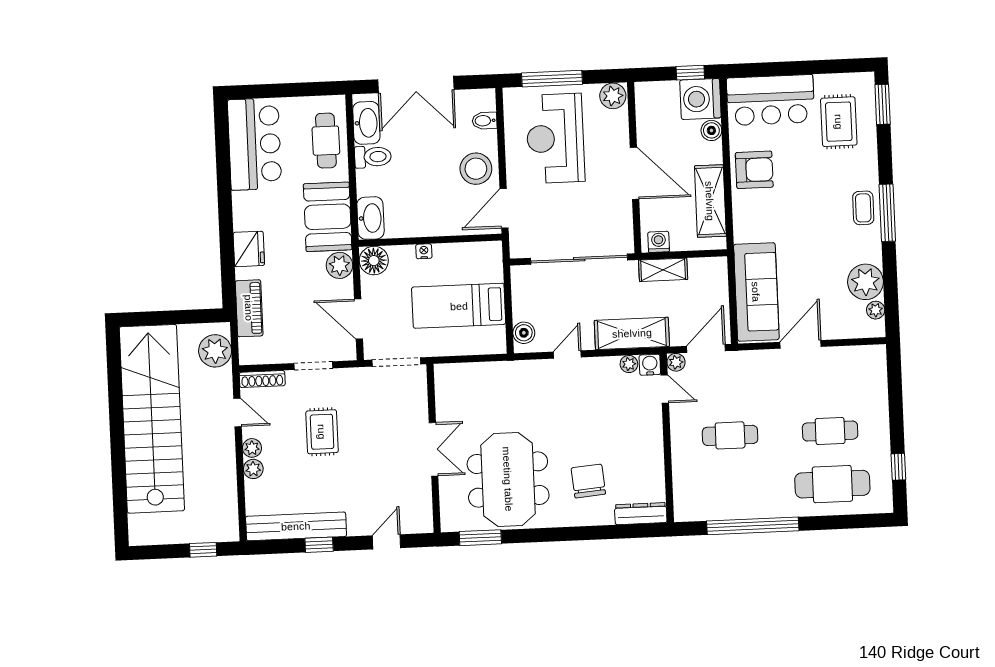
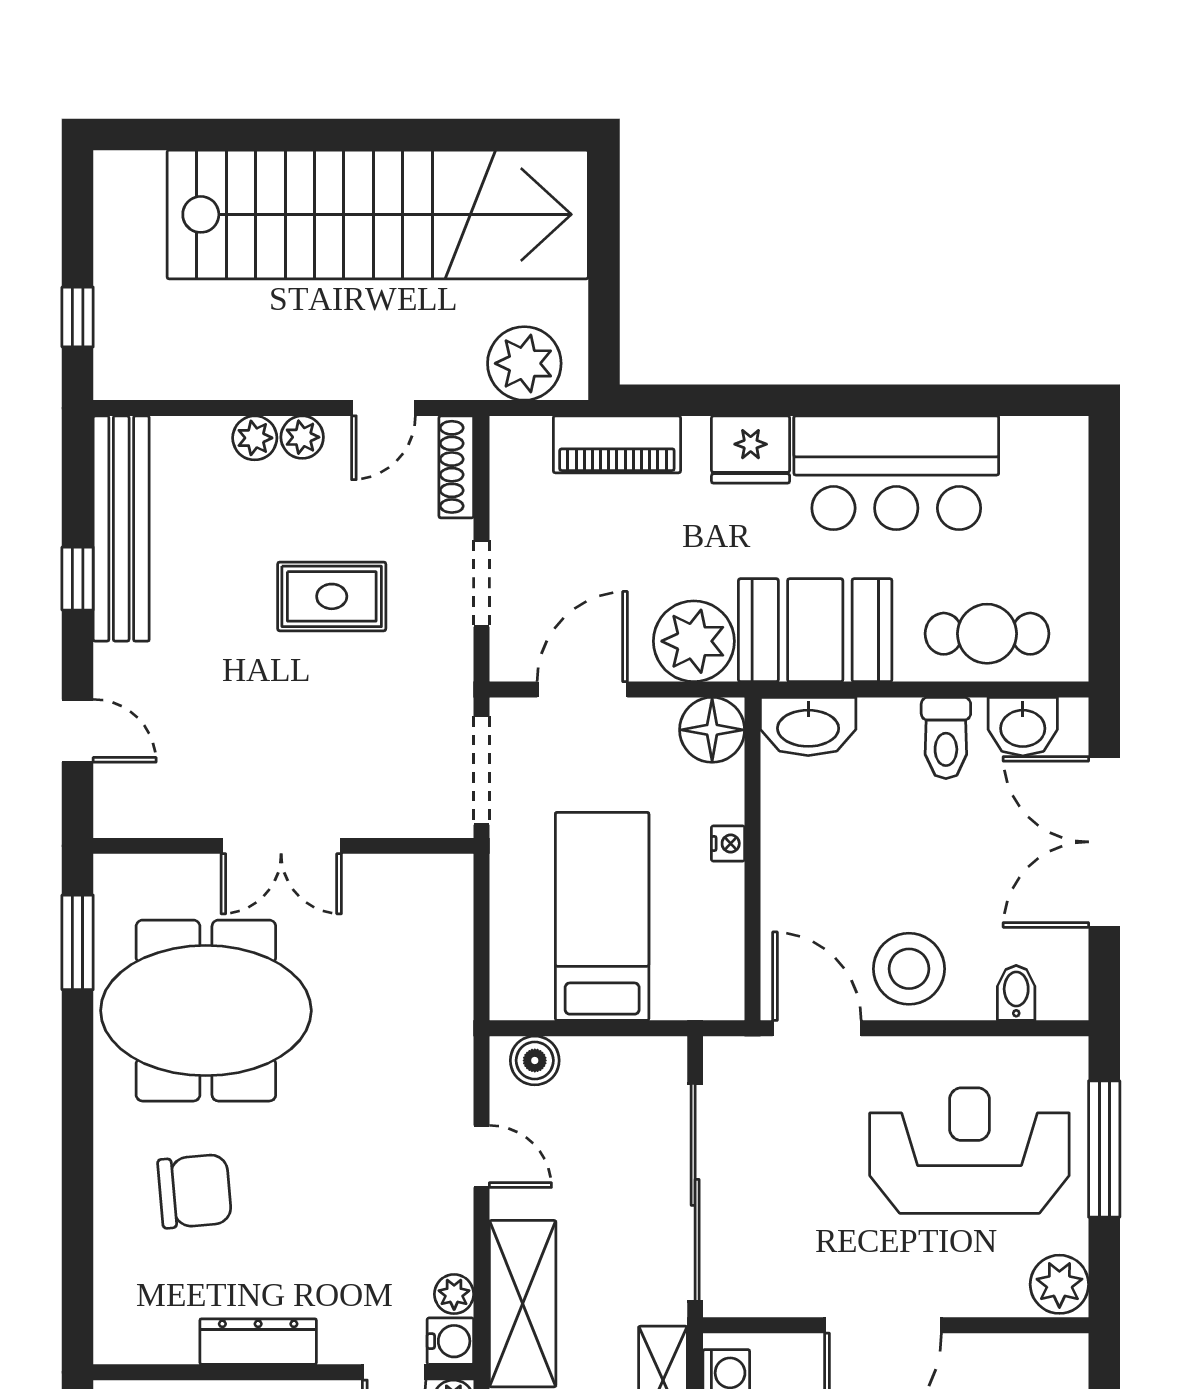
washbasin: (366, 123) -> (1023, 727), width x0.72
bar counter: (255, 144) -> (896, 473), moved
plant: (339, 265) -> (694, 641), width x1.36, depth x1.36
dresser: (641, 514) -> (258, 1342), moved, turned -90

